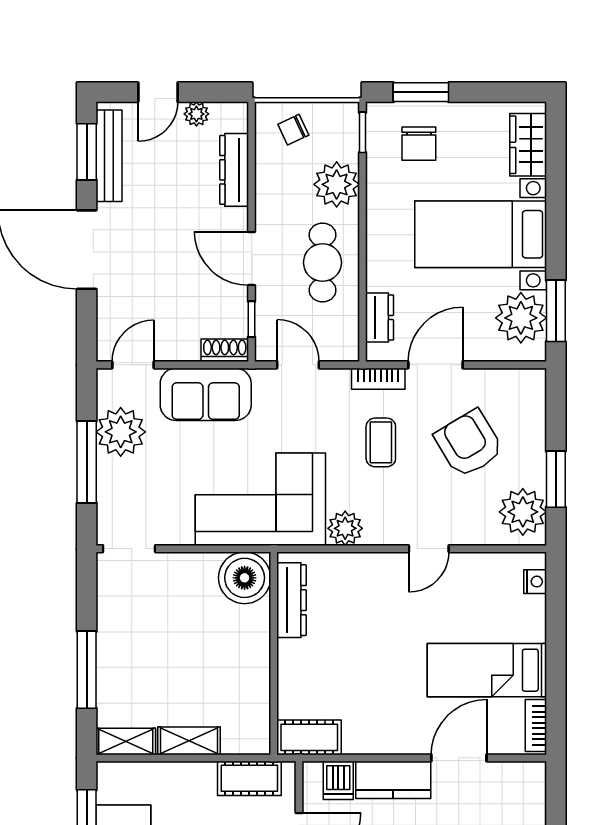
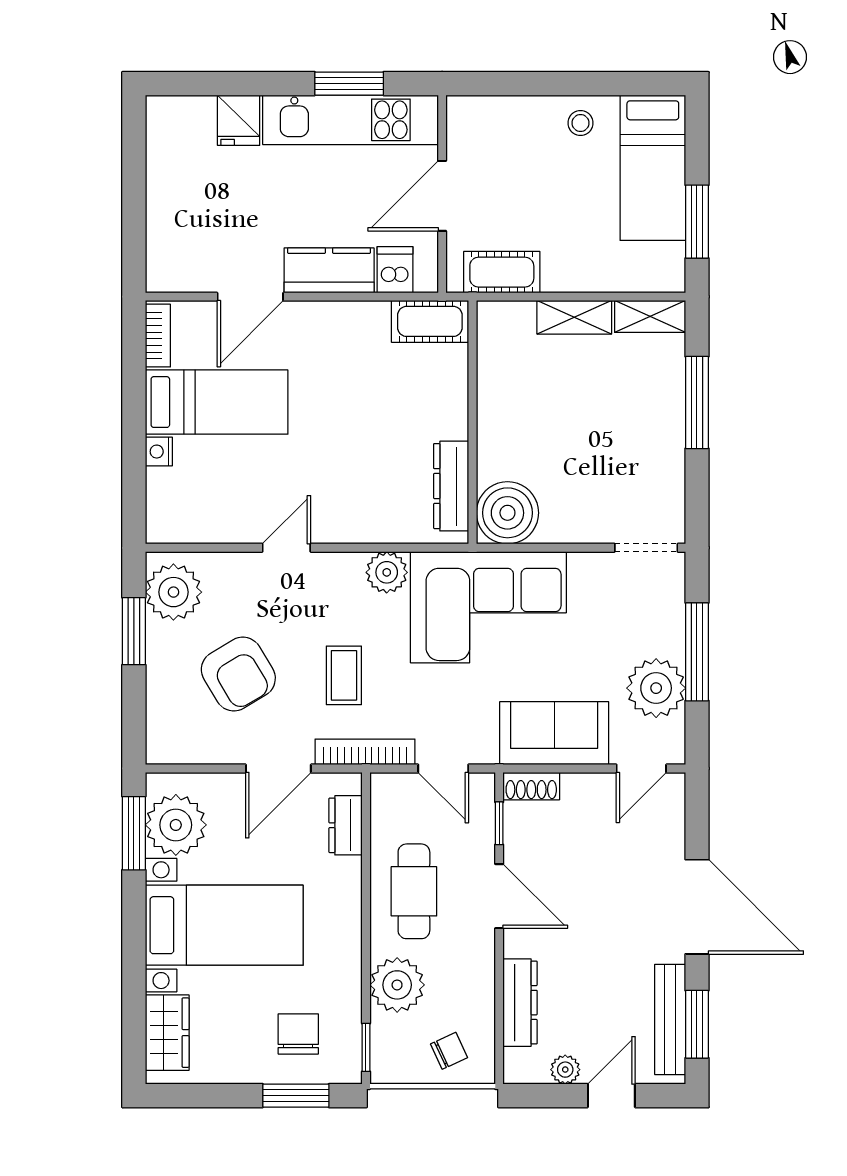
bookcase: (378, 379) -> (365, 752), width x1.56
nightstand: (535, 582) -> (159, 452), moved

